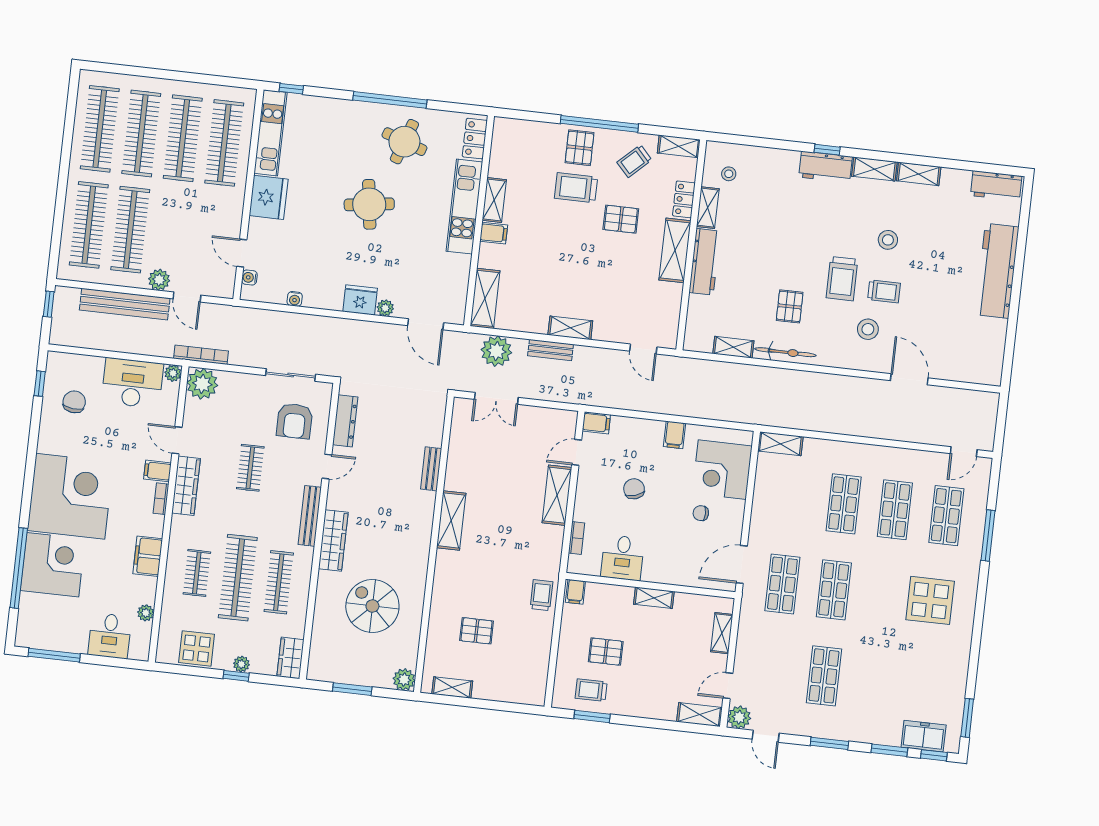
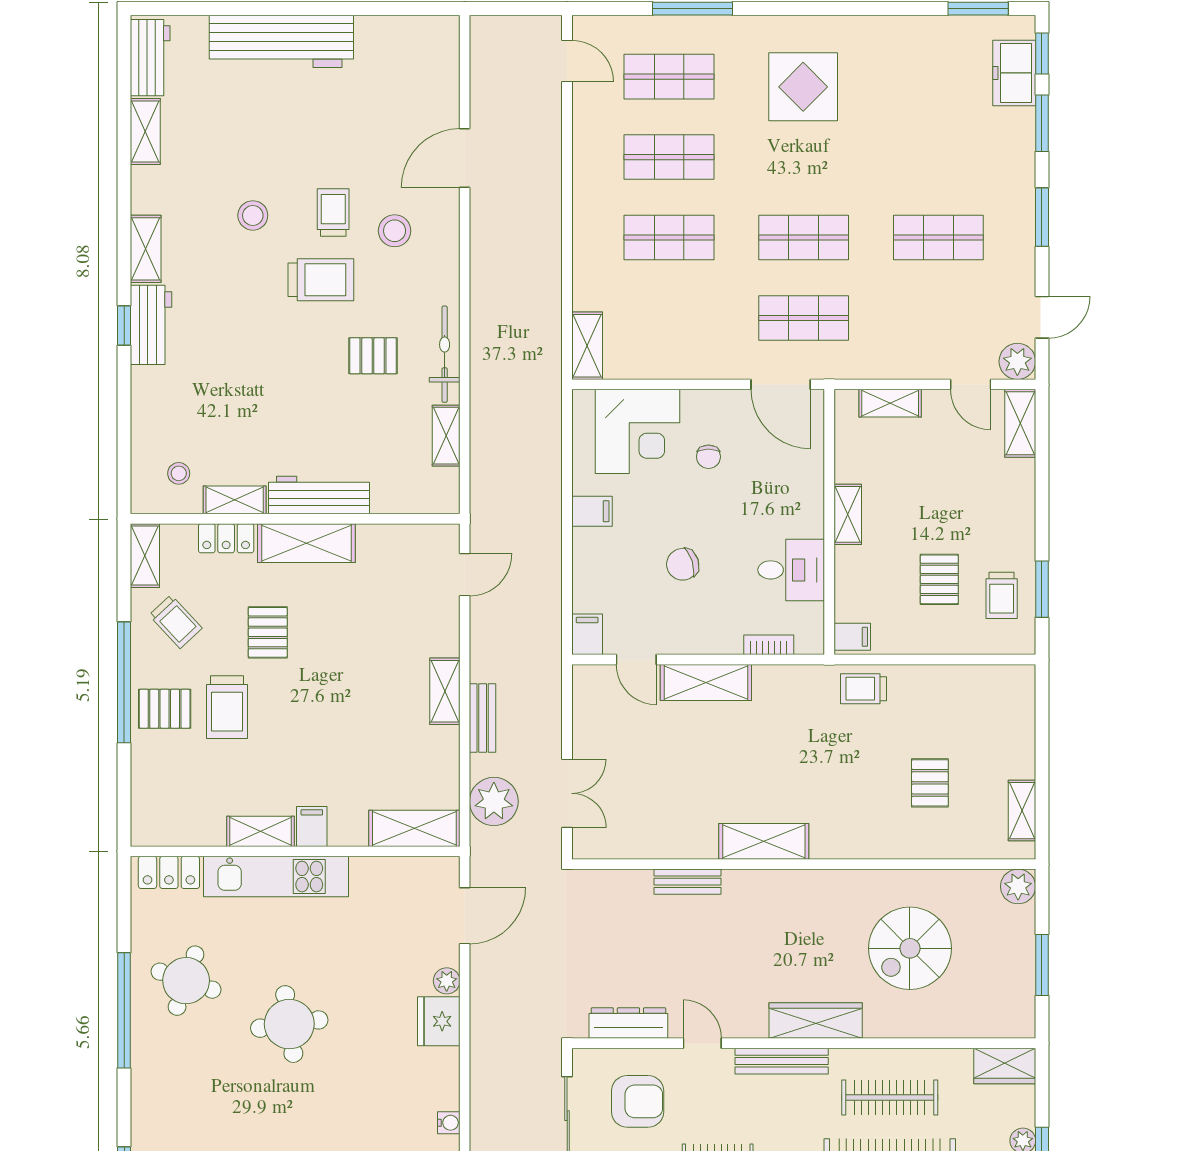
shelving: (919, 174) -> (145, 131), moved

